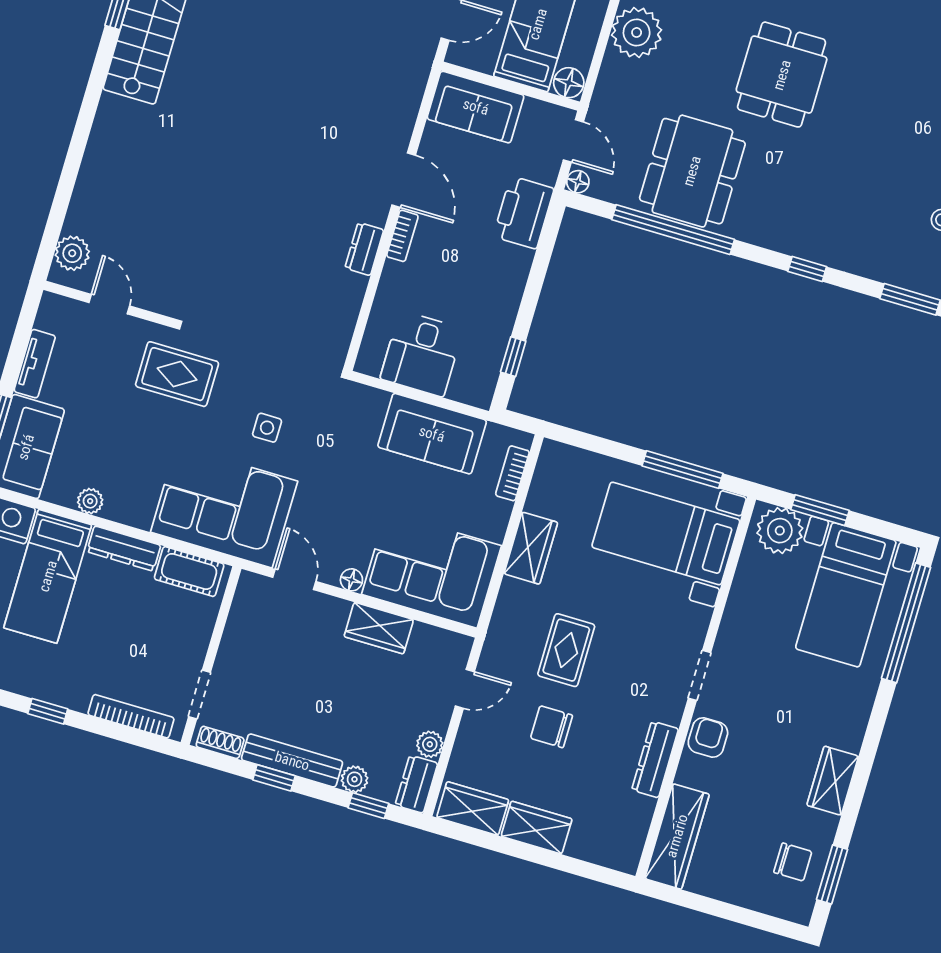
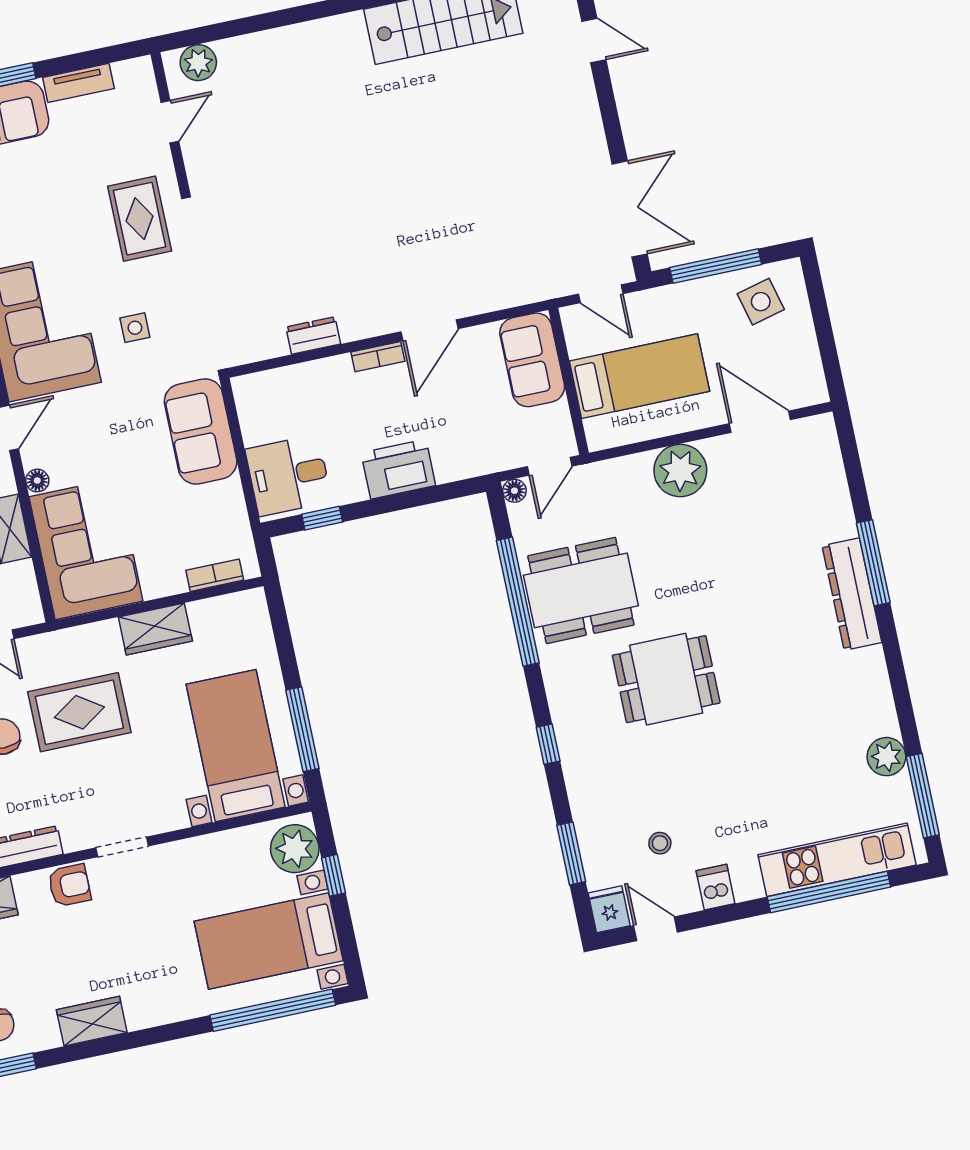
dining table: (782, 75) -> (666, 679), moved
floor lamp: (569, 83) -> (601, 433), removed
printer: (524, 213) -> (398, 469), moved
dresser: (364, 249) -> (313, 335), moved
desk: (422, 354) -> (288, 475), moved
sofa: (432, 434) -> (201, 431), moved
window: (820, 510) -> (333, 875), width x0.67
rug: (566, 650) -> (79, 712), width x1.36, depth x1.43

